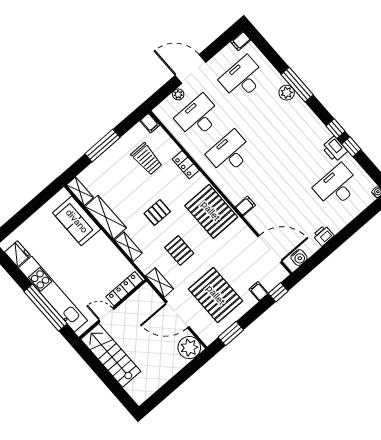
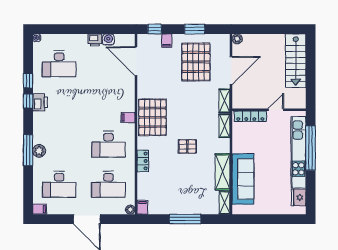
plant: (178, 94) -> (130, 210), moved
printer: (335, 149) -> (40, 102), moved
trolley: (147, 159) -> (164, 186), removed
filing cabinet: (245, 206) -> (128, 118), moved
sofa: (77, 221) -> (243, 179), width x1.36
shelving: (128, 247) -> (224, 126), moved
pallet: (179, 250) -> (194, 110), removed
water cooler: (299, 258) -> (108, 40), moved
door: (106, 315) -> (276, 110), swing flipped
door: (177, 315) -> (231, 71), hinge flipped
window: (231, 334) -> (195, 29), moved
plant: (189, 348) -> (237, 39), width x0.53, depth x0.53
stairs: (111, 355) -> (296, 61), moved

